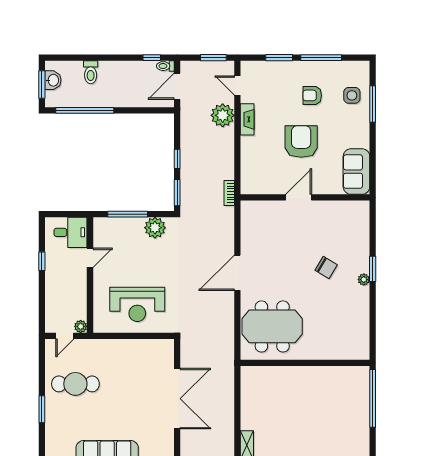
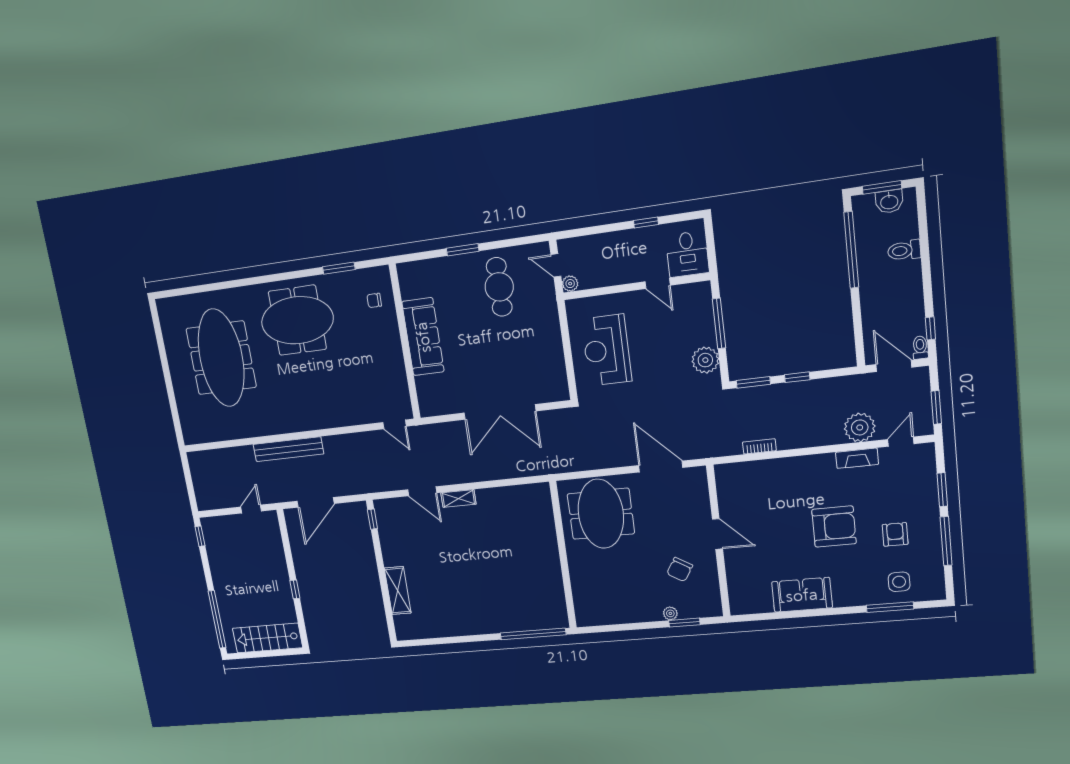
door: (299, 197) -> (717, 534), moved
wall: (305, 197) -> (718, 542), moved

